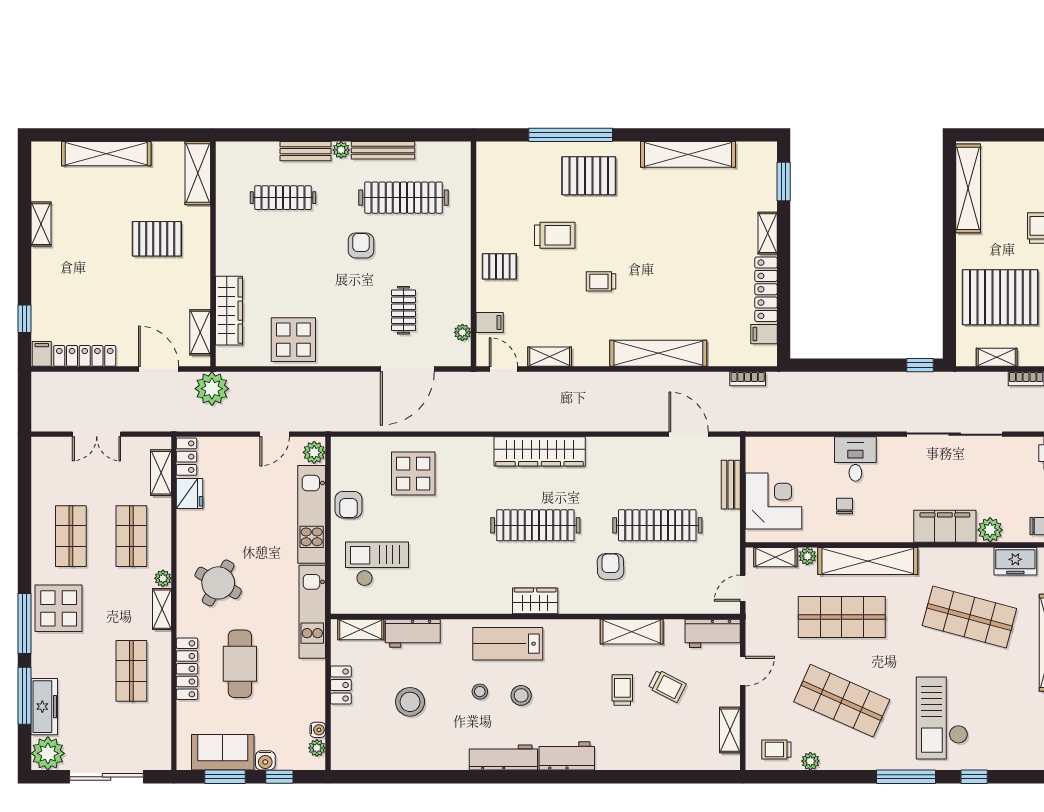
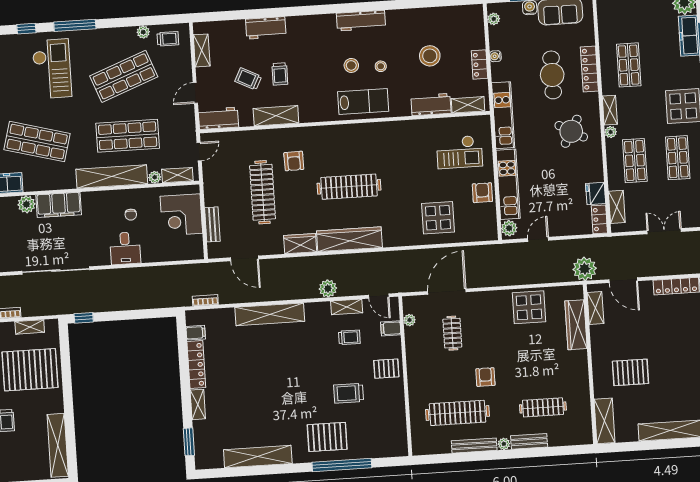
armchair: (361, 246) -> (485, 377), turned 180
trolley: (601, 281) -> (349, 337), moved
plant: (574, 384) -> (328, 288), added
clothes rail: (657, 525) -> (263, 192), turned 90
wardrobe: (535, 601) -> (300, 244), moved, turned 180
shop shelf: (842, 701) -> (124, 76), turned -45
water cooler: (318, 730) -> (495, 56), moved
workbench: (567, 756) -> (266, 28), moved

